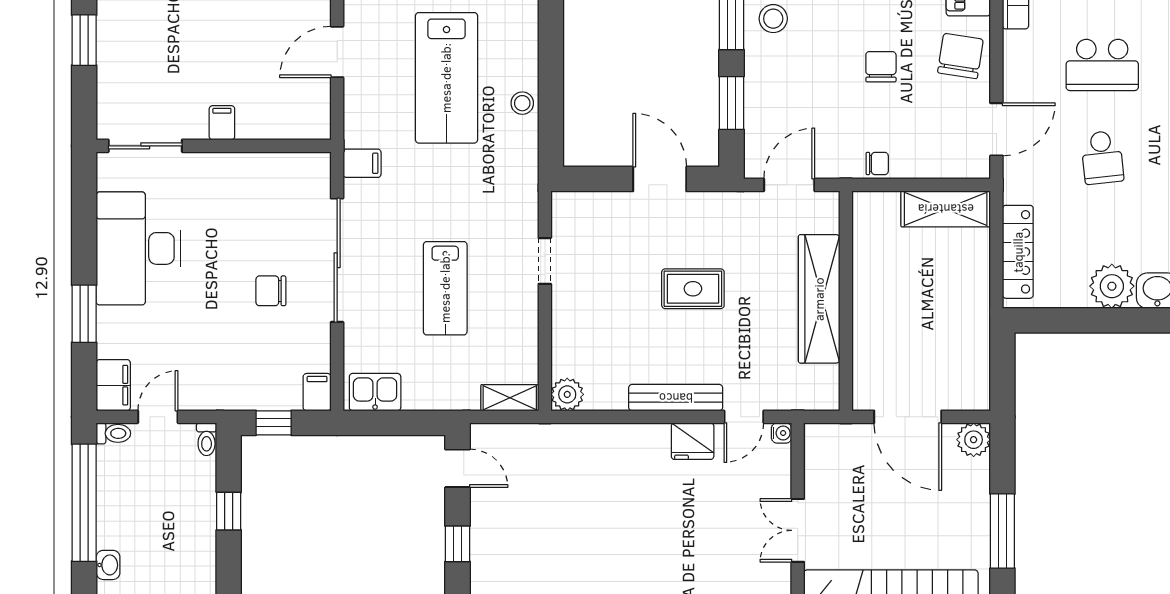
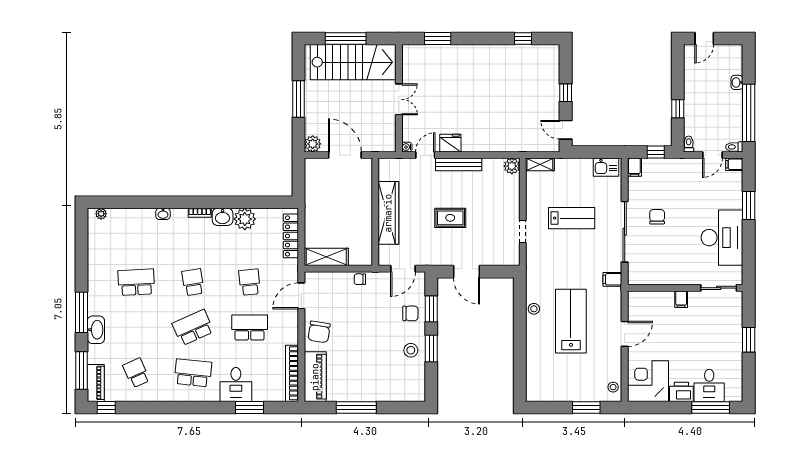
chair: (881, 67) -> (410, 313), moved, turned -90
lab bench: (445, 288) -> (572, 218), turned 90
chair: (271, 291) -> (657, 217), turned -90
filing cabinet: (113, 385) -> (734, 164), width x0.50

